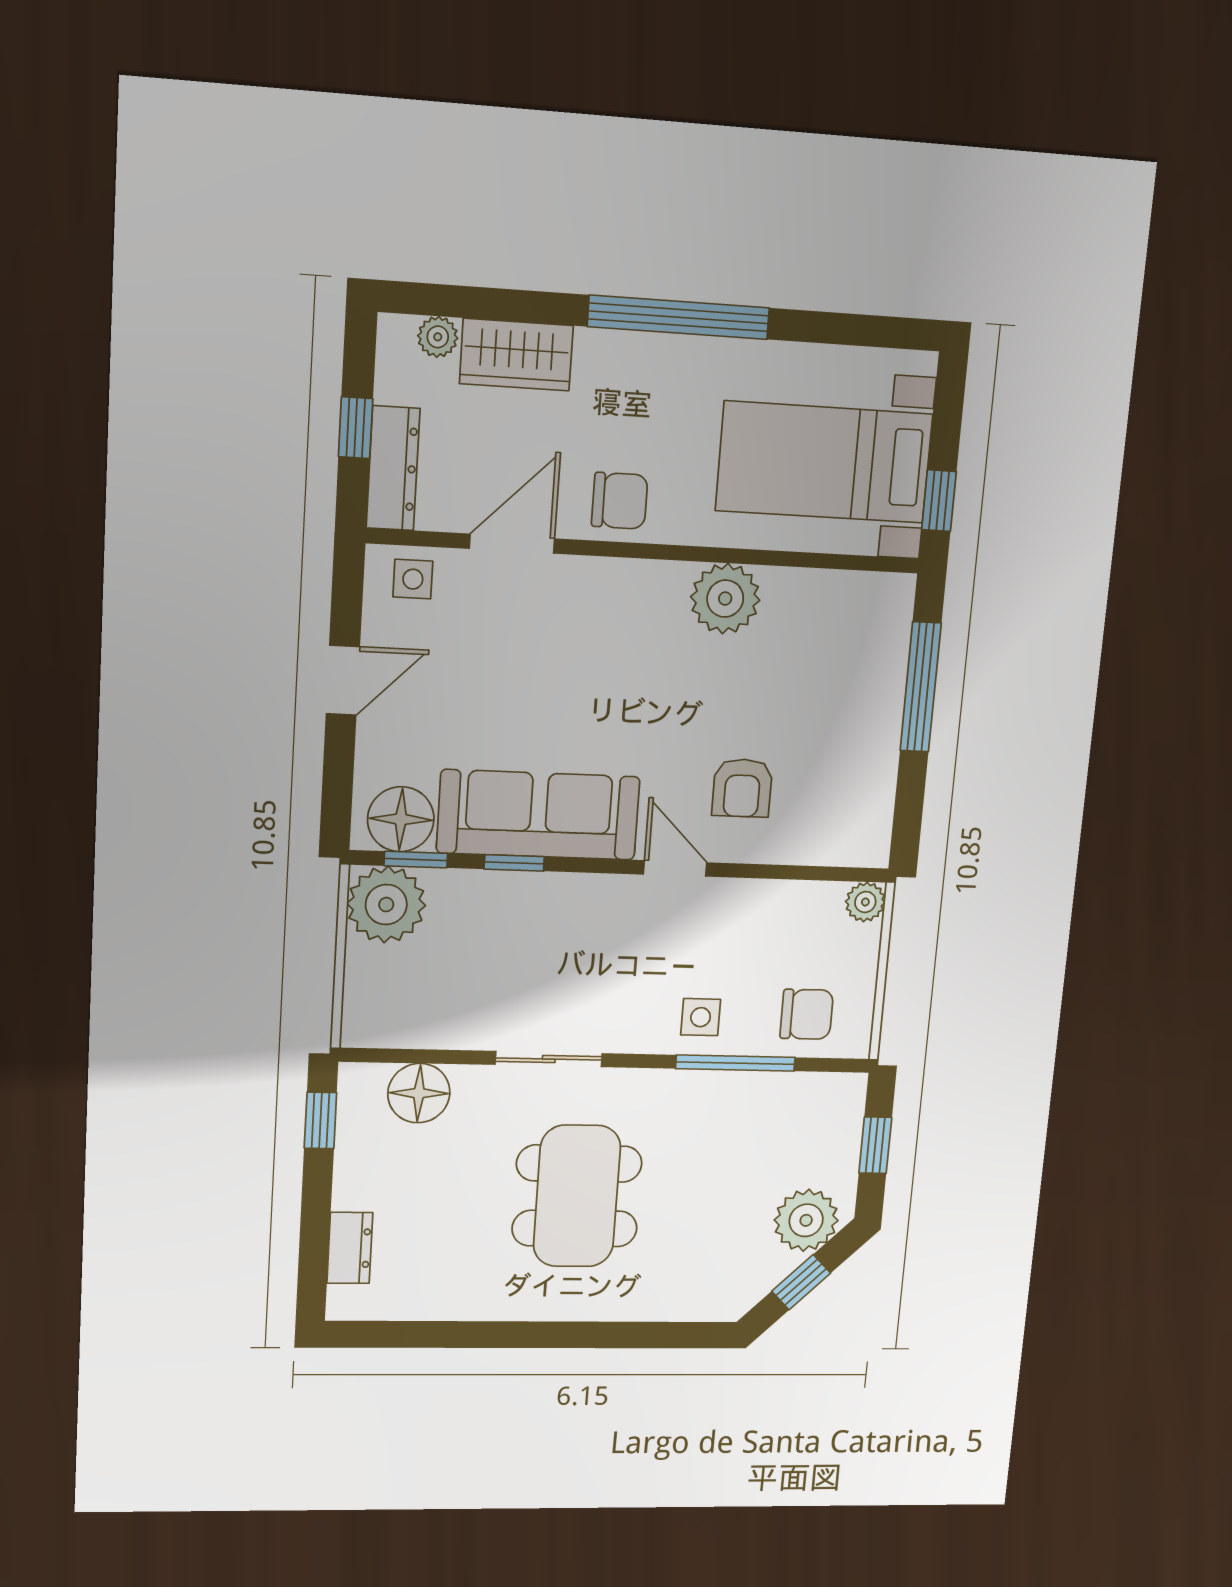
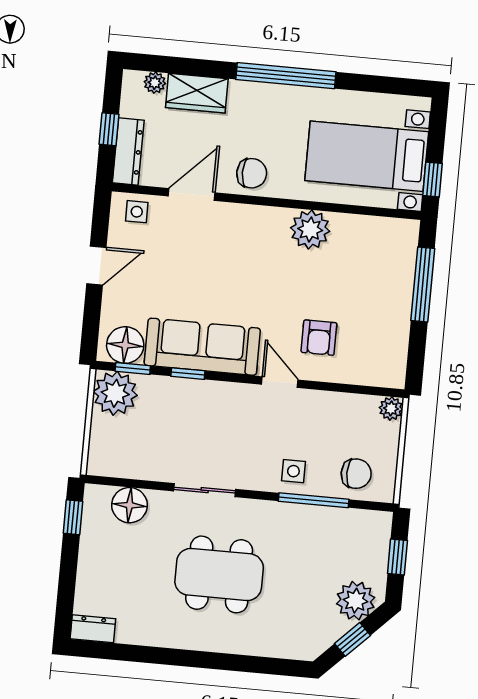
dining table: (577, 1196) -> (219, 574), turned 90
dresser: (350, 1248) -> (93, 629), moved, turned -90

